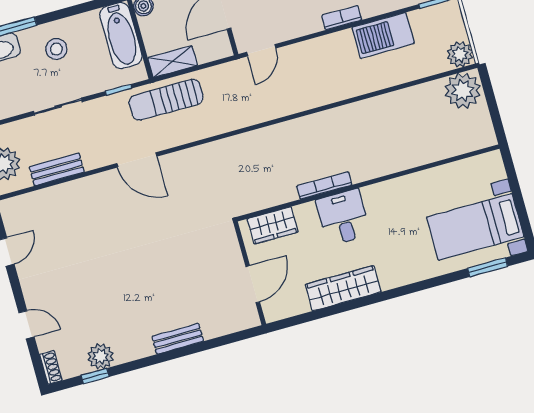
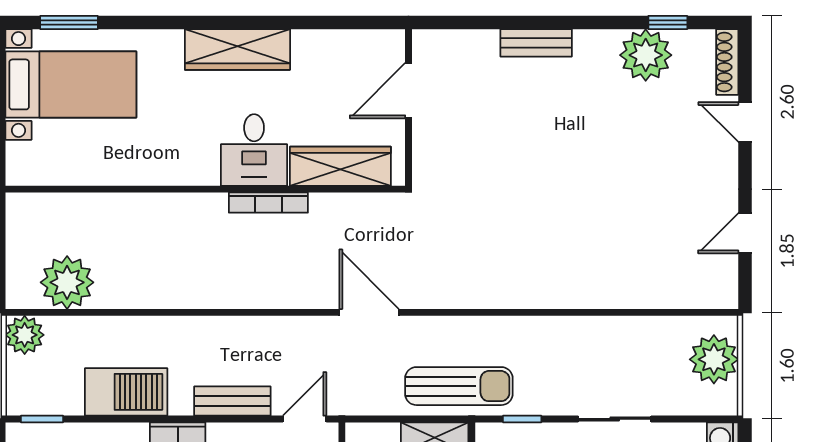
plant: (463, 91) -> (67, 282), moved
door: (137, 160) -> (369, 312), moved
bench: (57, 169) -> (232, 401), moved
wardrobe: (273, 225) -> (340, 166), width x1.50
wardrobe: (343, 288) -> (237, 49), moved
plant: (100, 356) -> (646, 55), width x1.36, depth x1.36
shoe rack: (51, 367) -> (727, 62), width x1.43

